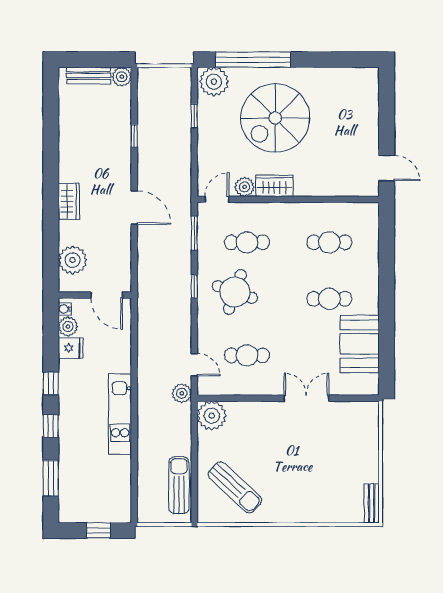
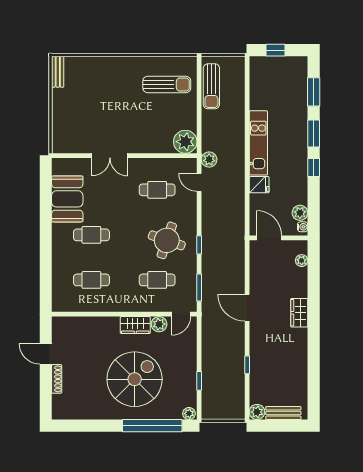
plant: (214, 82) -> (189, 414), width x0.53, depth x0.53
shoe rack: (373, 118) -> (57, 379), added
door: (387, 168) -> (46, 354), moved
plant: (73, 260) -> (302, 261), width x0.53, depth x0.53
fridge: (71, 348) -> (259, 185), moved, turned 180
window: (51, 426) -> (314, 133), width x1.50
sun lounger: (235, 487) -> (167, 85), turned 137

